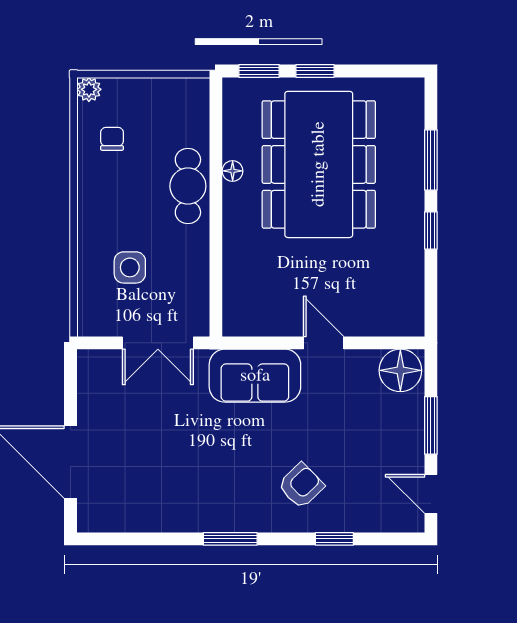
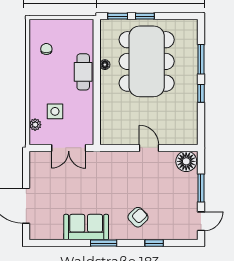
plant: (89, 89) -> (35, 125), moved
sofa: (255, 376) -> (86, 227), moved, turned 180
door: (431, 494) -> (201, 221), swing flipped

